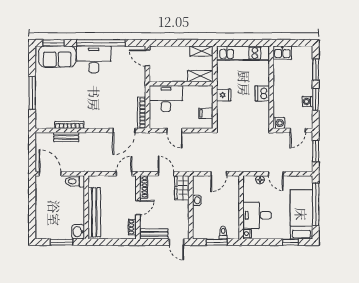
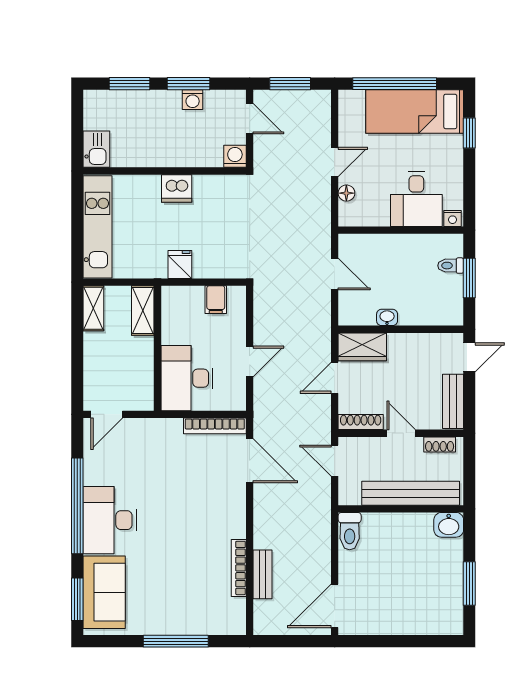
toilet: (75, 181) -> (350, 531), moved
wall: (86, 207) -> (401, 509), moved
bench: (94, 212) -> (411, 493), moved
washbasin: (78, 232) -> (449, 525), moved

